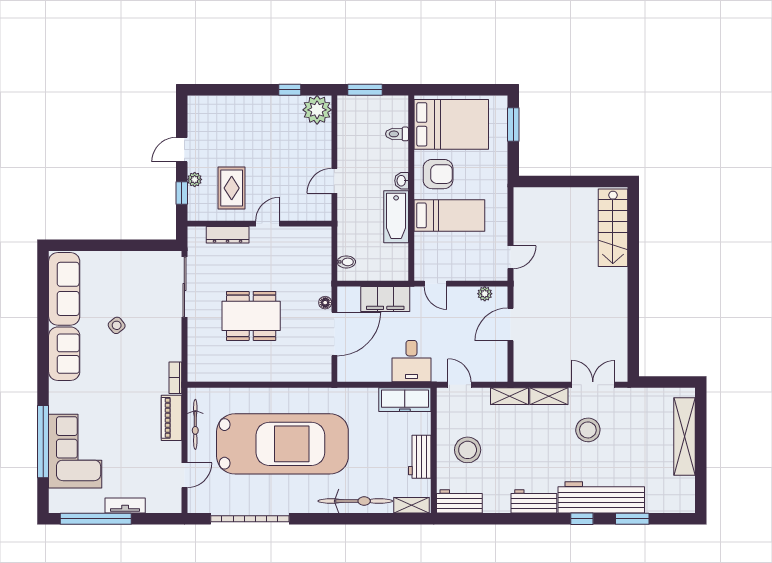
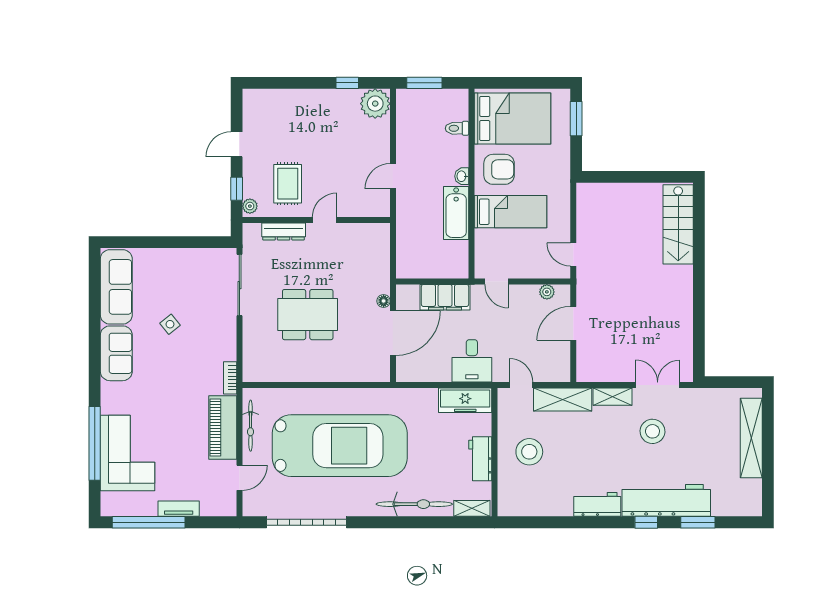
plant: (195, 179) -> (250, 206), moved
door: (511, 257) -> (573, 254), swing flipped
bidet: (346, 262) -> (405, 259), removed
shelving: (510, 396) -> (563, 400), width x1.50, depth x1.33
piano: (171, 418) -> (223, 427), width x1.37, depth x1.33
workbench: (459, 501) -> (521, 504), removed

